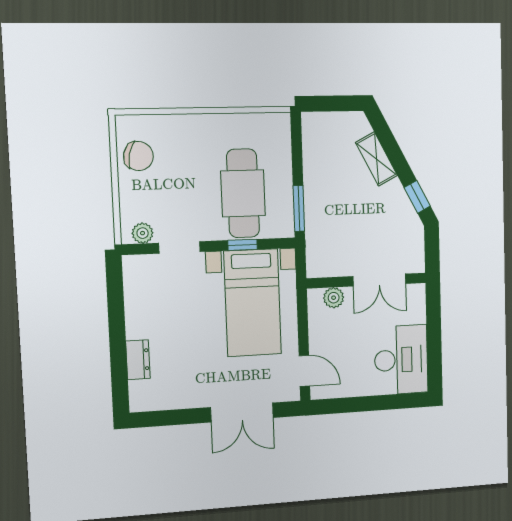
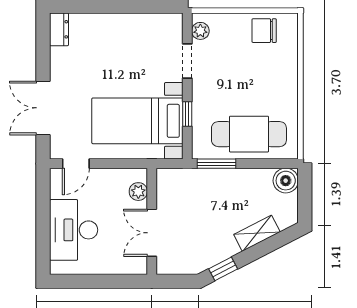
boiler: (316, 126) -> (286, 181), added
chair: (138, 156) -> (264, 31), turned 77
cafe table: (243, 193) -> (249, 134), moved
dresser: (138, 360) -> (59, 29), moved, turned -90
desk: (401, 360) -> (74, 230), moved, turned 90

